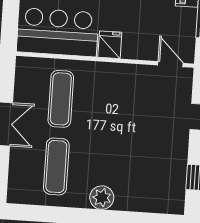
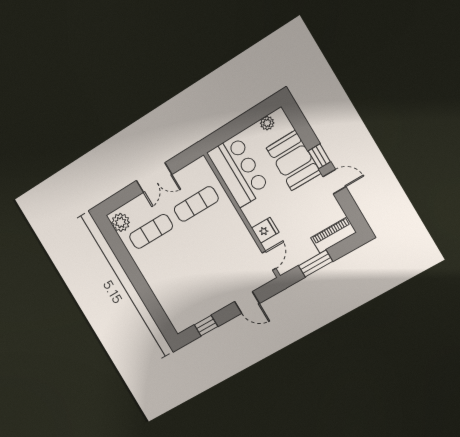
fridge: (110, 45) -> (265, 230), moved
plant: (102, 198) -> (121, 222), moved

